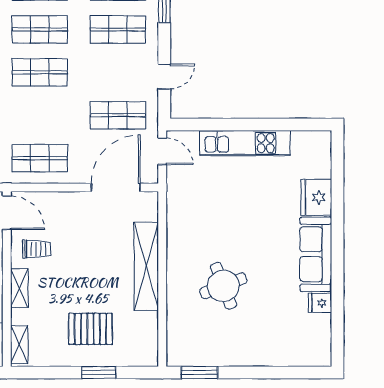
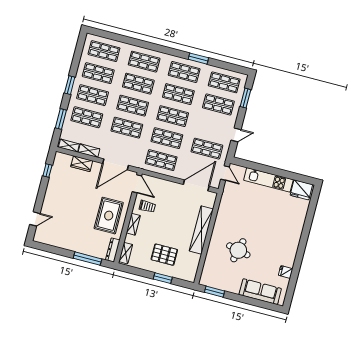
shop shelf: (40, 115) -> (167, 138), added
fridge: (316, 197) -> (301, 190), moved, turned -90
sofa: (316, 254) -> (260, 292), moved, turned 90
round table: (223, 286) -> (238, 250), turned 34

